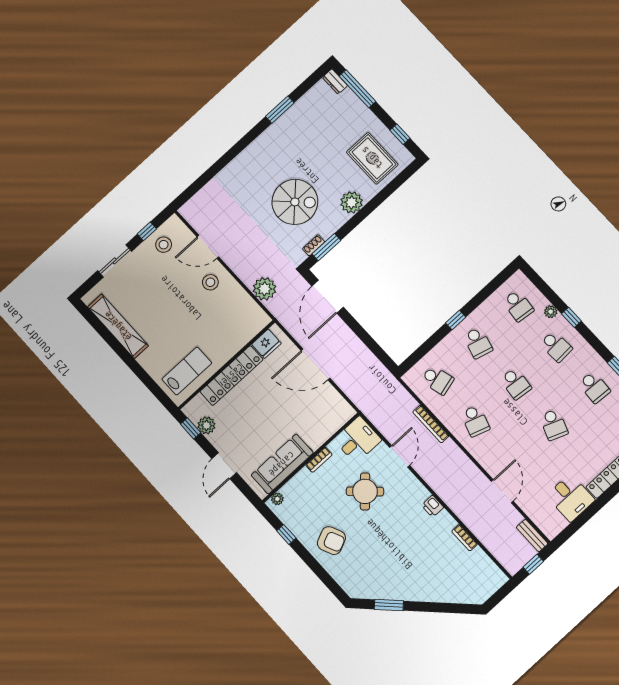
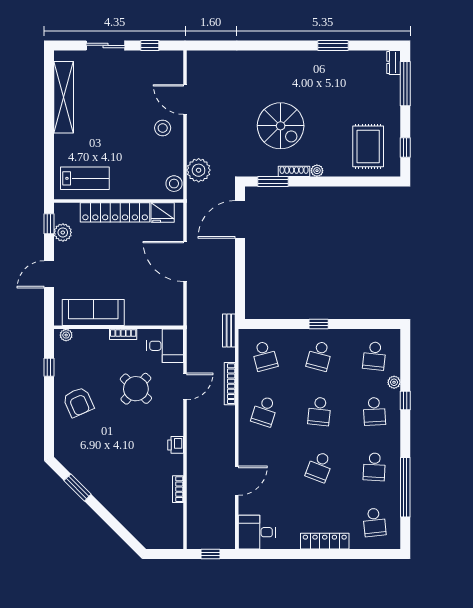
plant: (352, 202) -> (317, 171), width x0.53, depth x0.53
stool: (164, 245) -> (174, 184), moved
shoe rack: (314, 245) -> (294, 171), moved, width x1.43
desk: (570, 498) -> (257, 532), moved, turned 90
bench: (532, 536) -> (229, 331), moved

